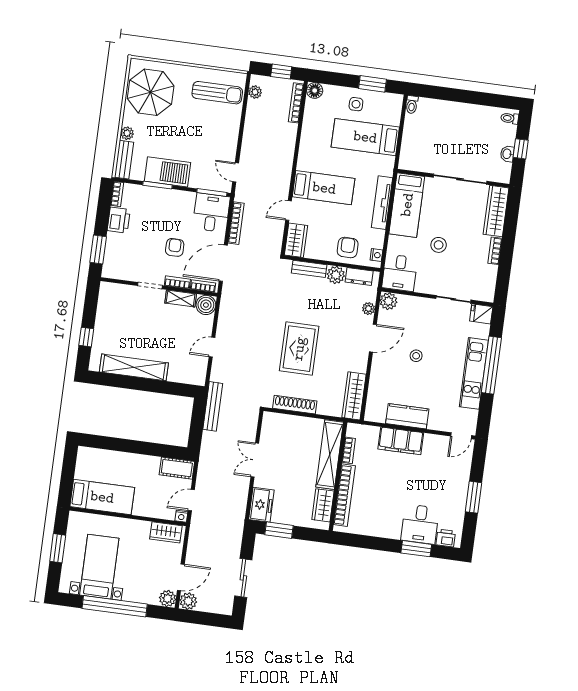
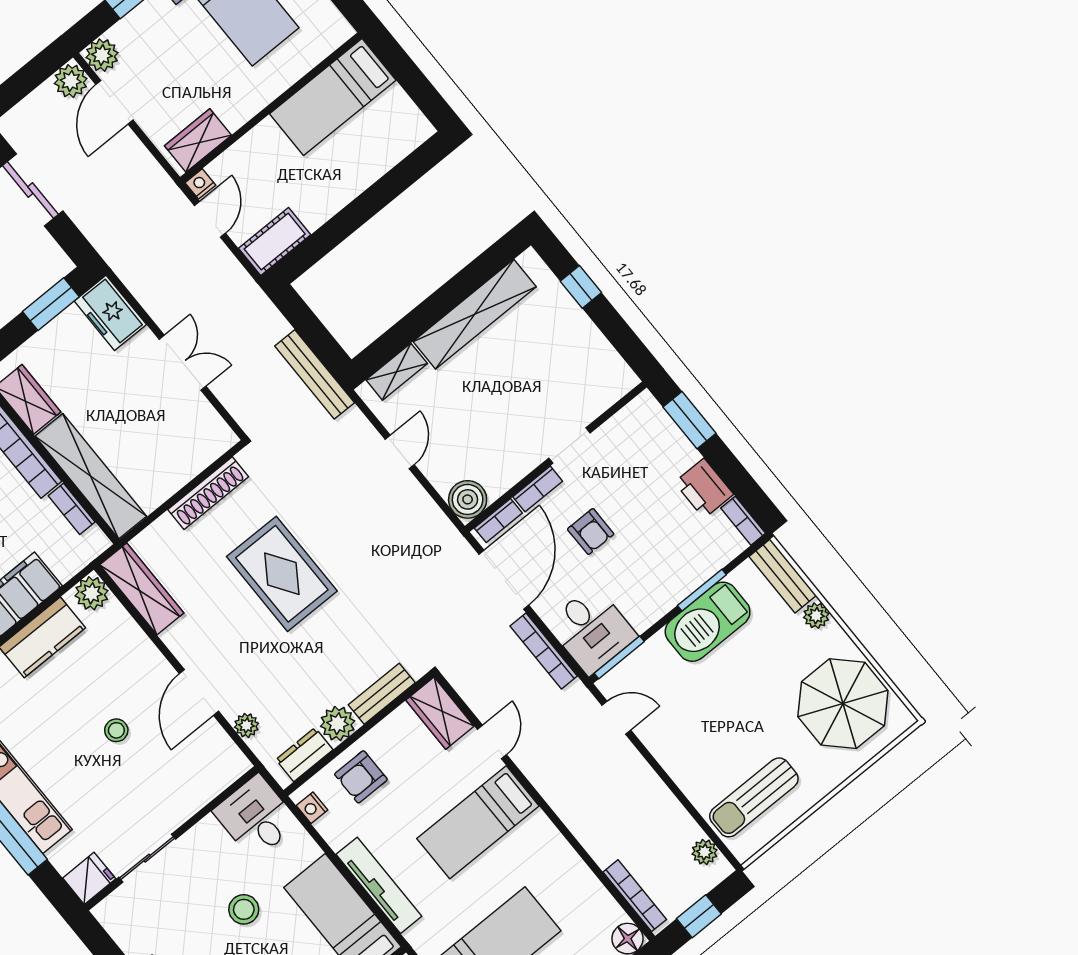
armchair: (348, 248) -> (361, 777), turned 90
shelving: (181, 299) -> (397, 372), moved
plant: (388, 301) -> (92, 593), moved

